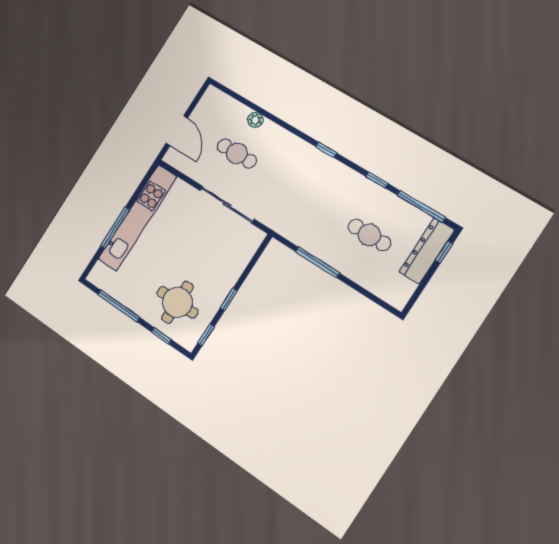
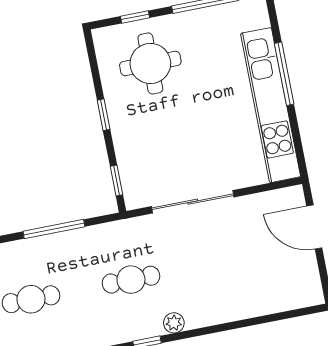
plant: (255, 120) -> (174, 323), moved
cafe table: (237, 153) -> (131, 280), moved
window: (206, 335) -> (116, 181), moved

